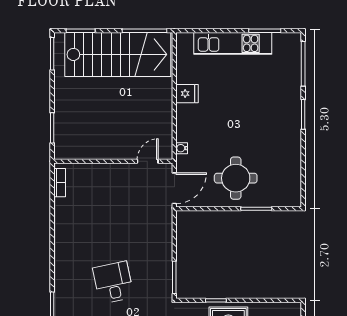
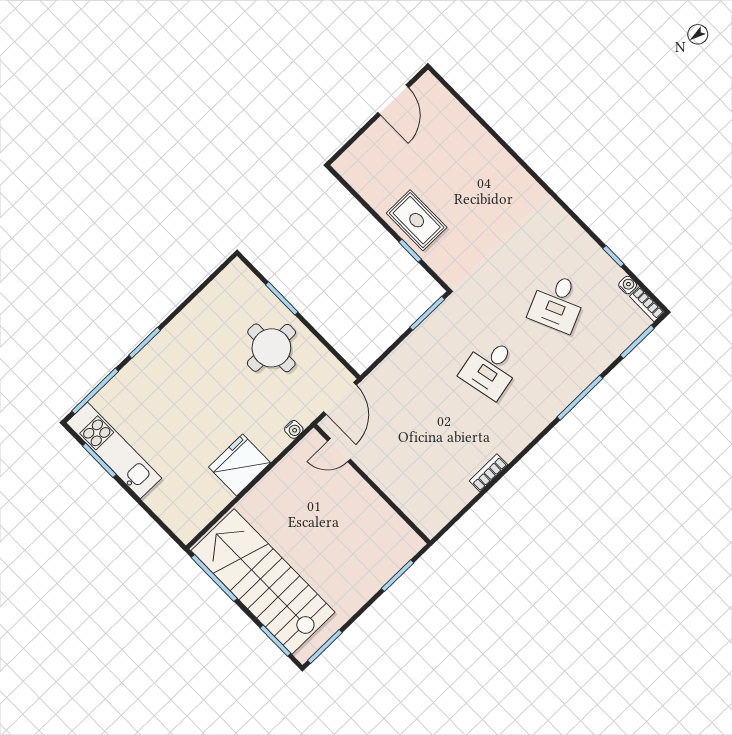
kitchen unit: (233, 43) -> (114, 450), moved
fridge: (187, 94) -> (240, 465), width x1.88, depth x1.34
bookcase: (60, 183) -> (488, 473), moved
door: (174, 188) -> (340, 398), swing flipped

